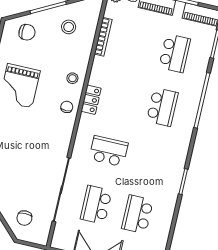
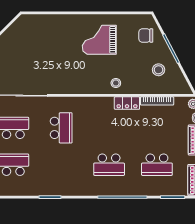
chair: (27, 32) -> (146, 36), turned 90
locker: (91, 100) -> (127, 103), moved
chair: (67, 107) -> (90, 84), removed

